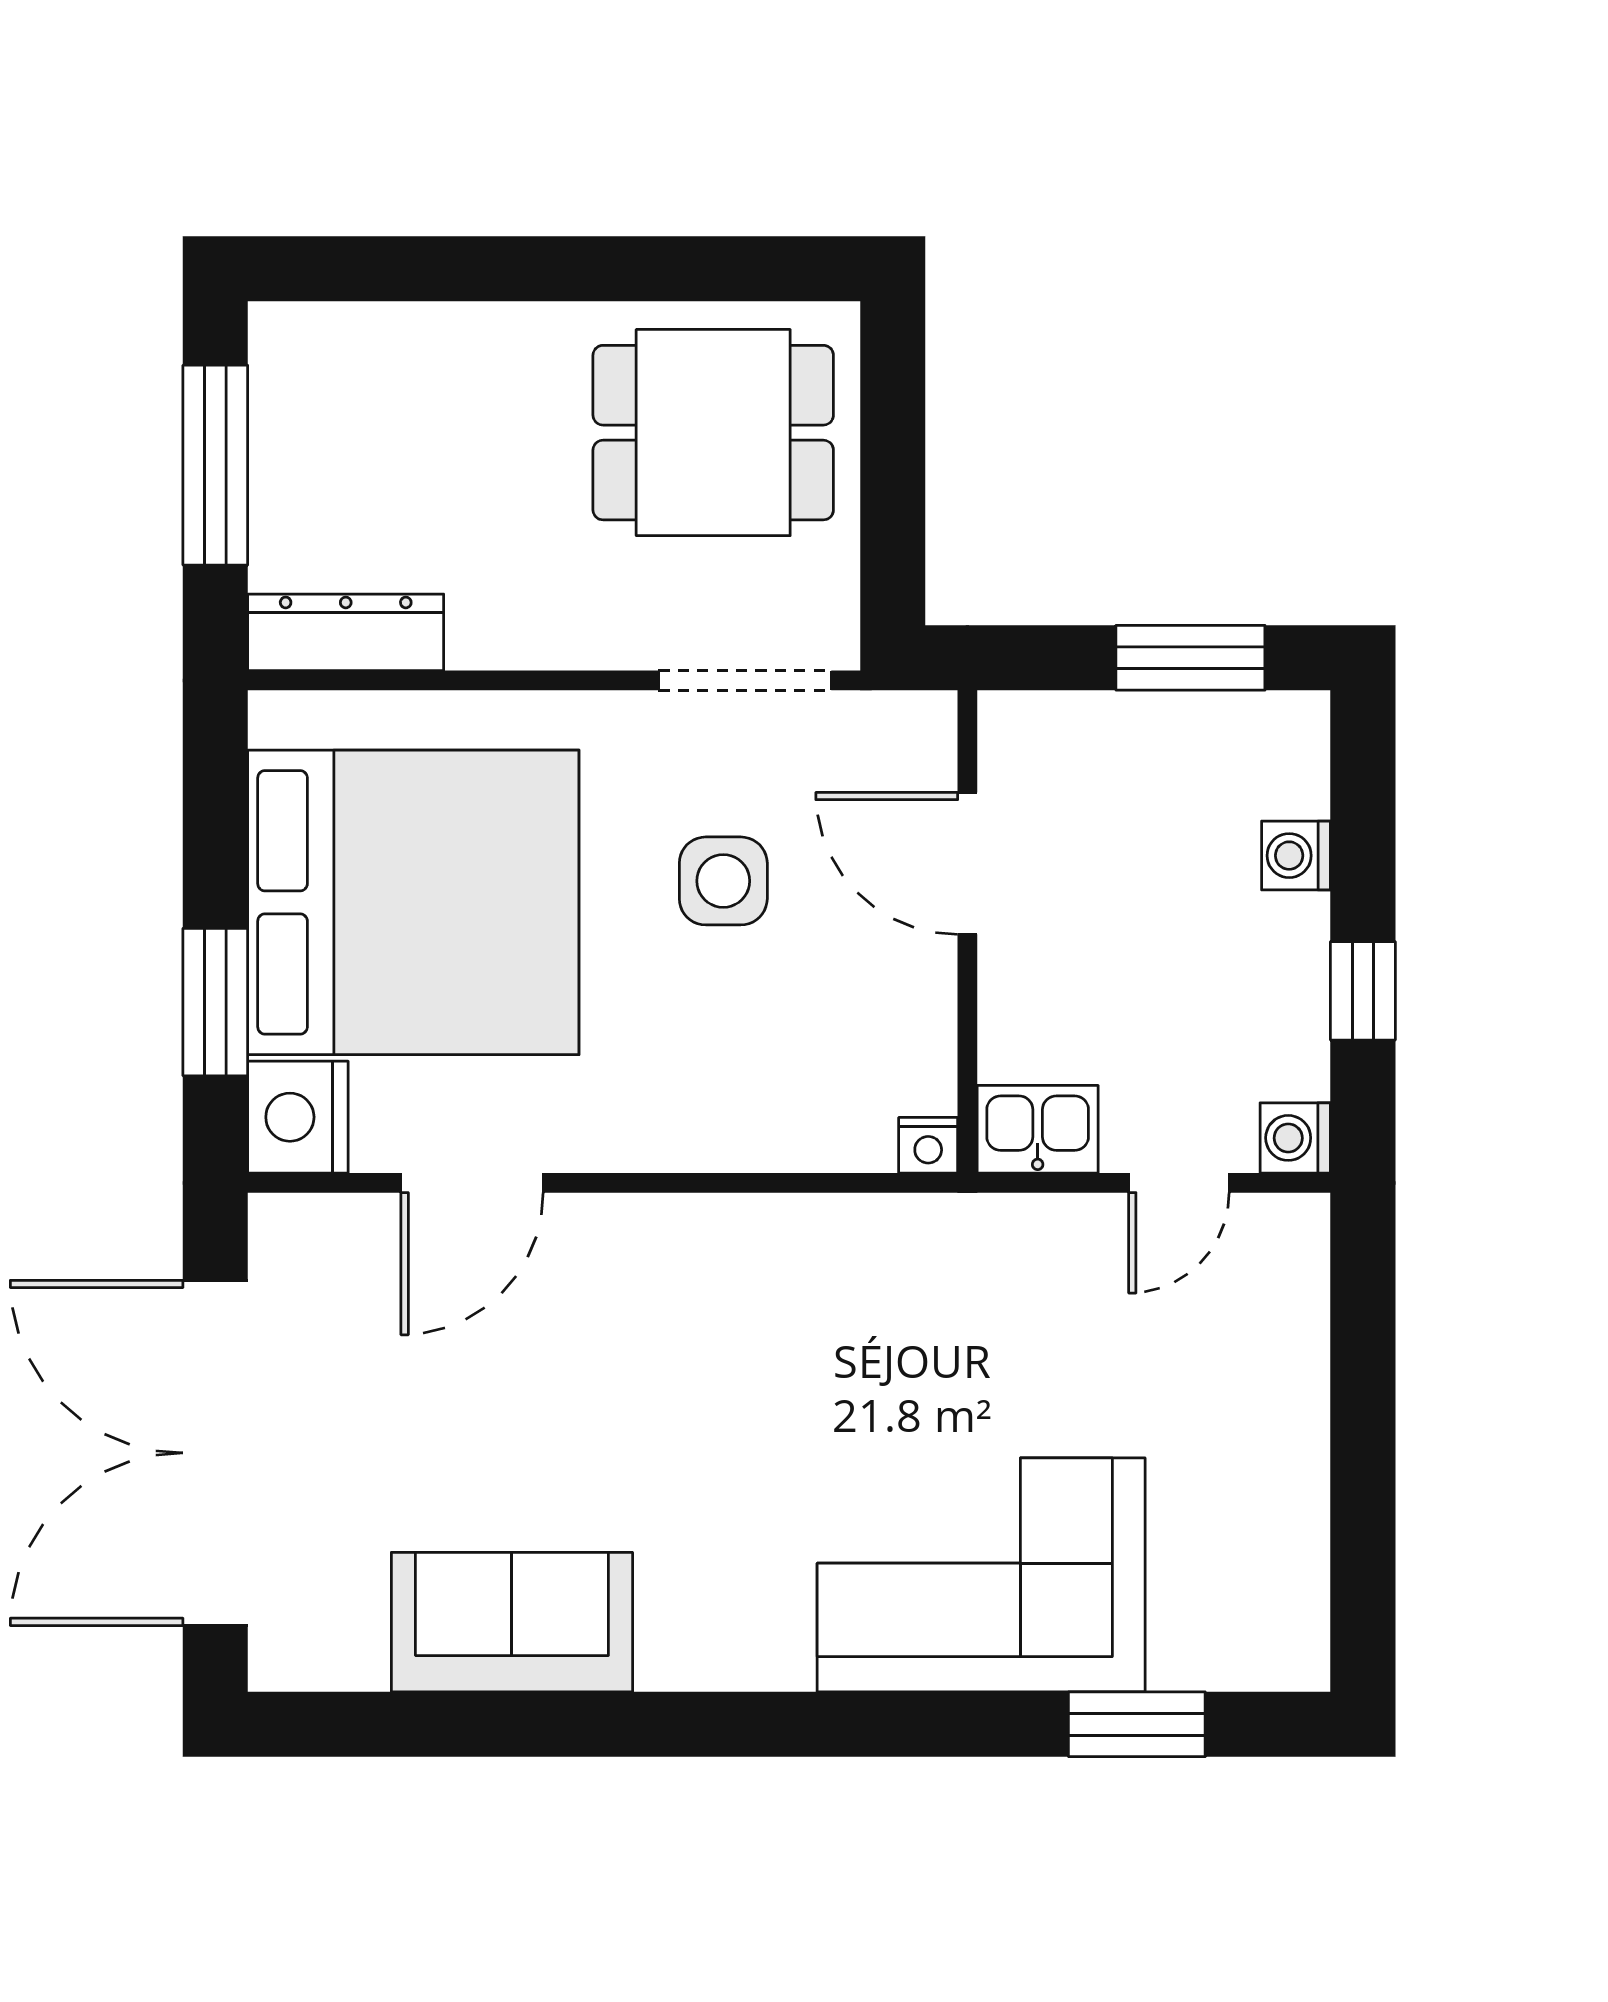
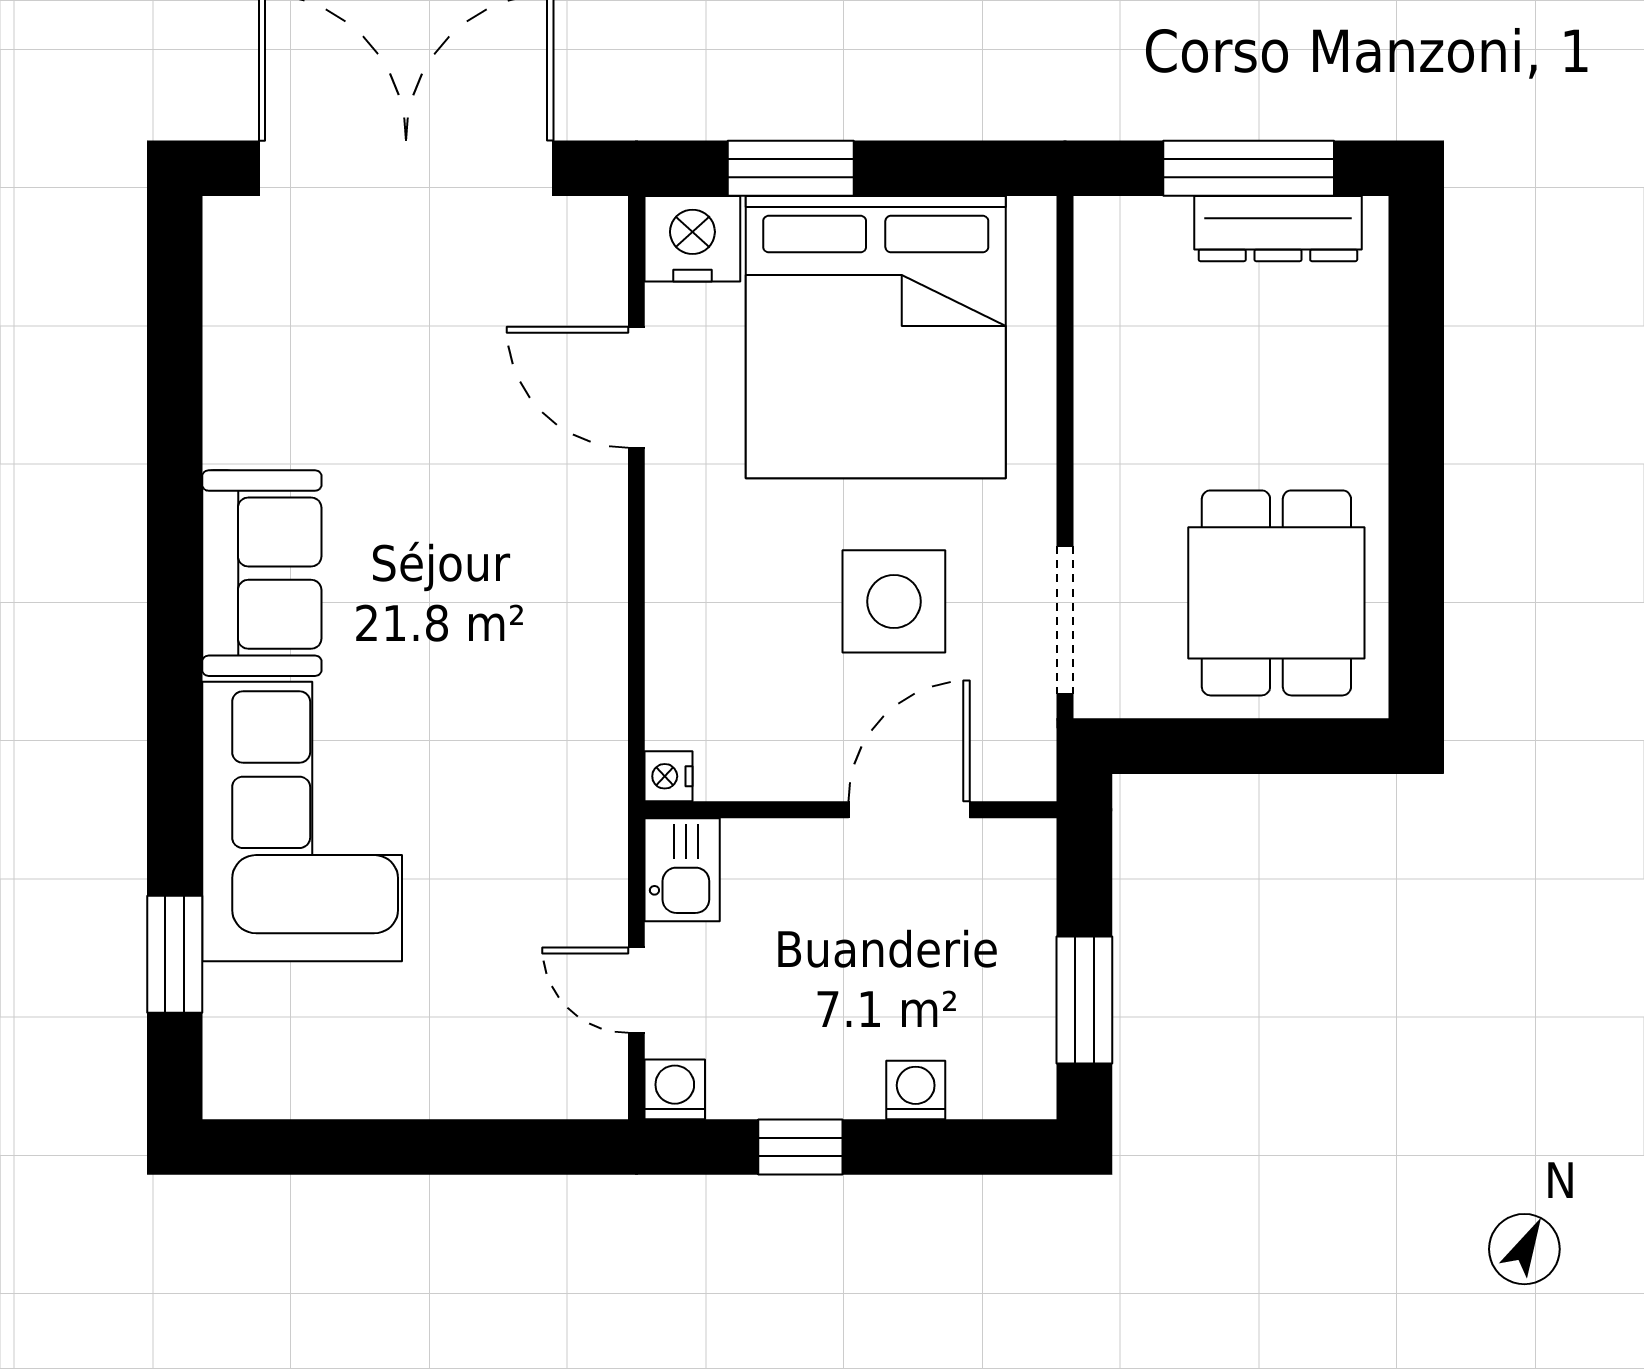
dresser: (346, 632) -> (1278, 229), moved, turned 90
side table: (723, 881) -> (894, 601), width x1.37, depth x1.37
sofa: (512, 1622) -> (262, 573), moved

